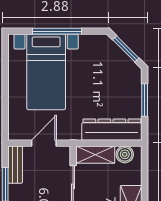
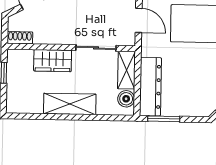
window: (145, 100) -> (164, 119), moved

